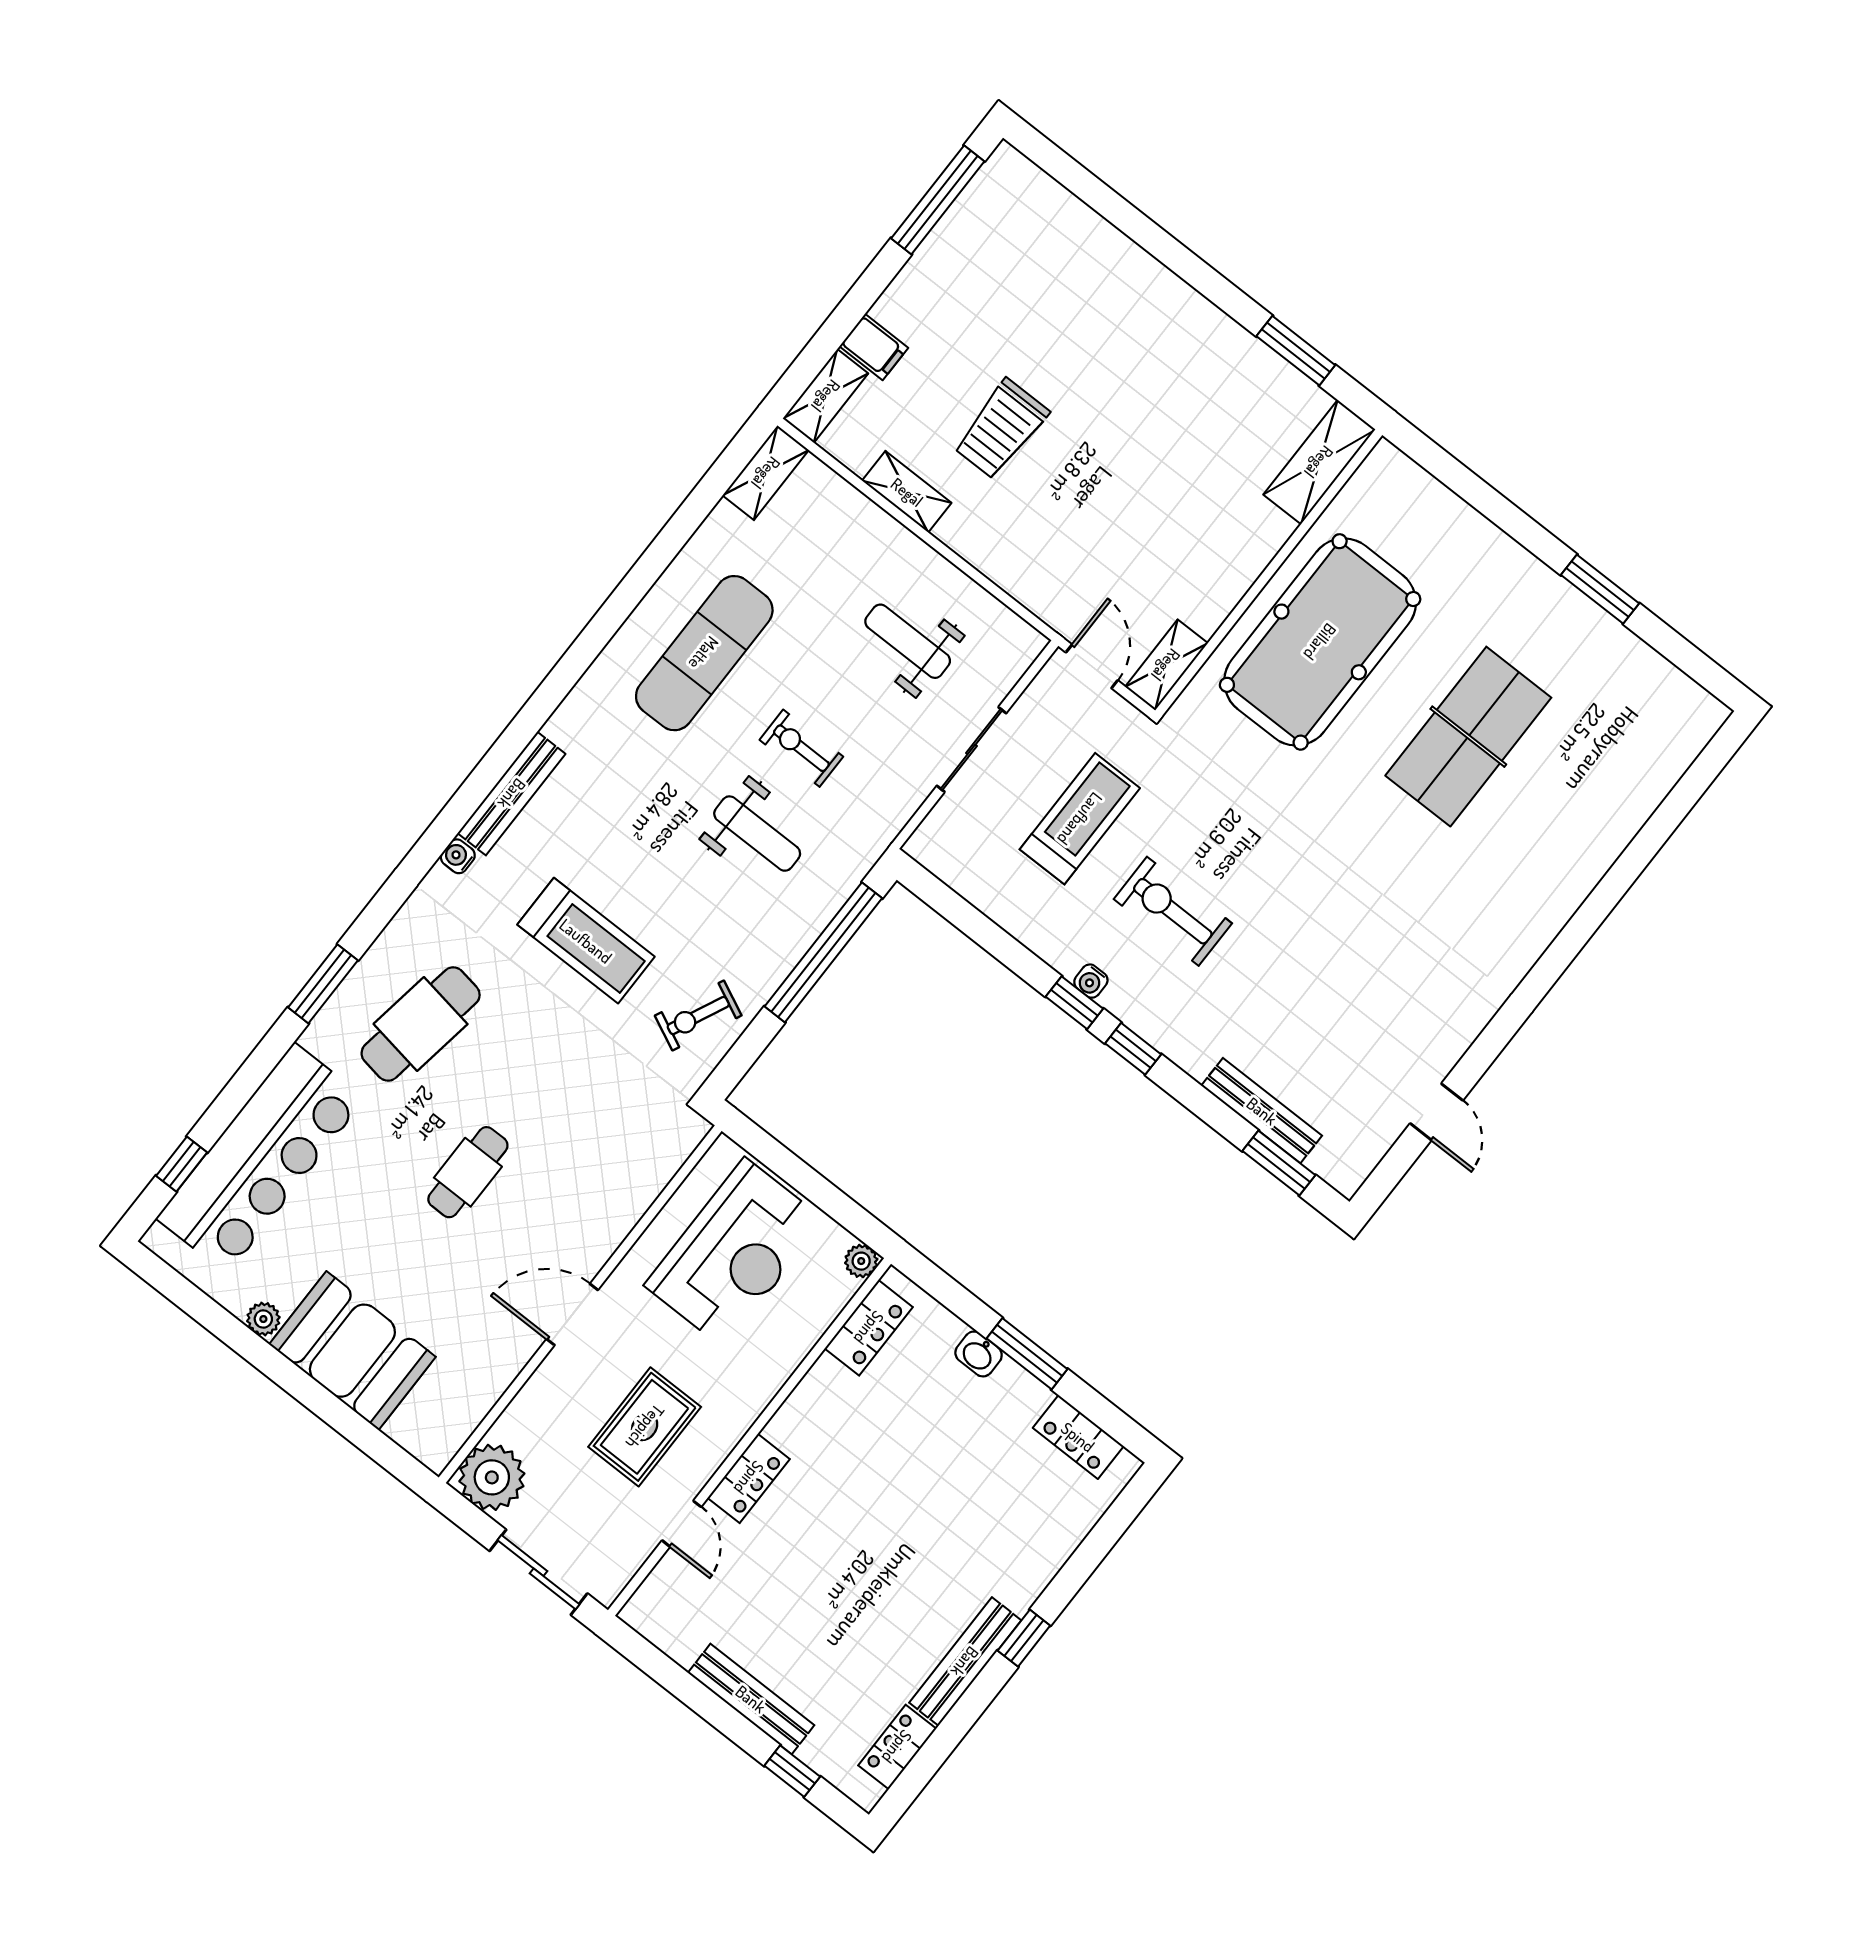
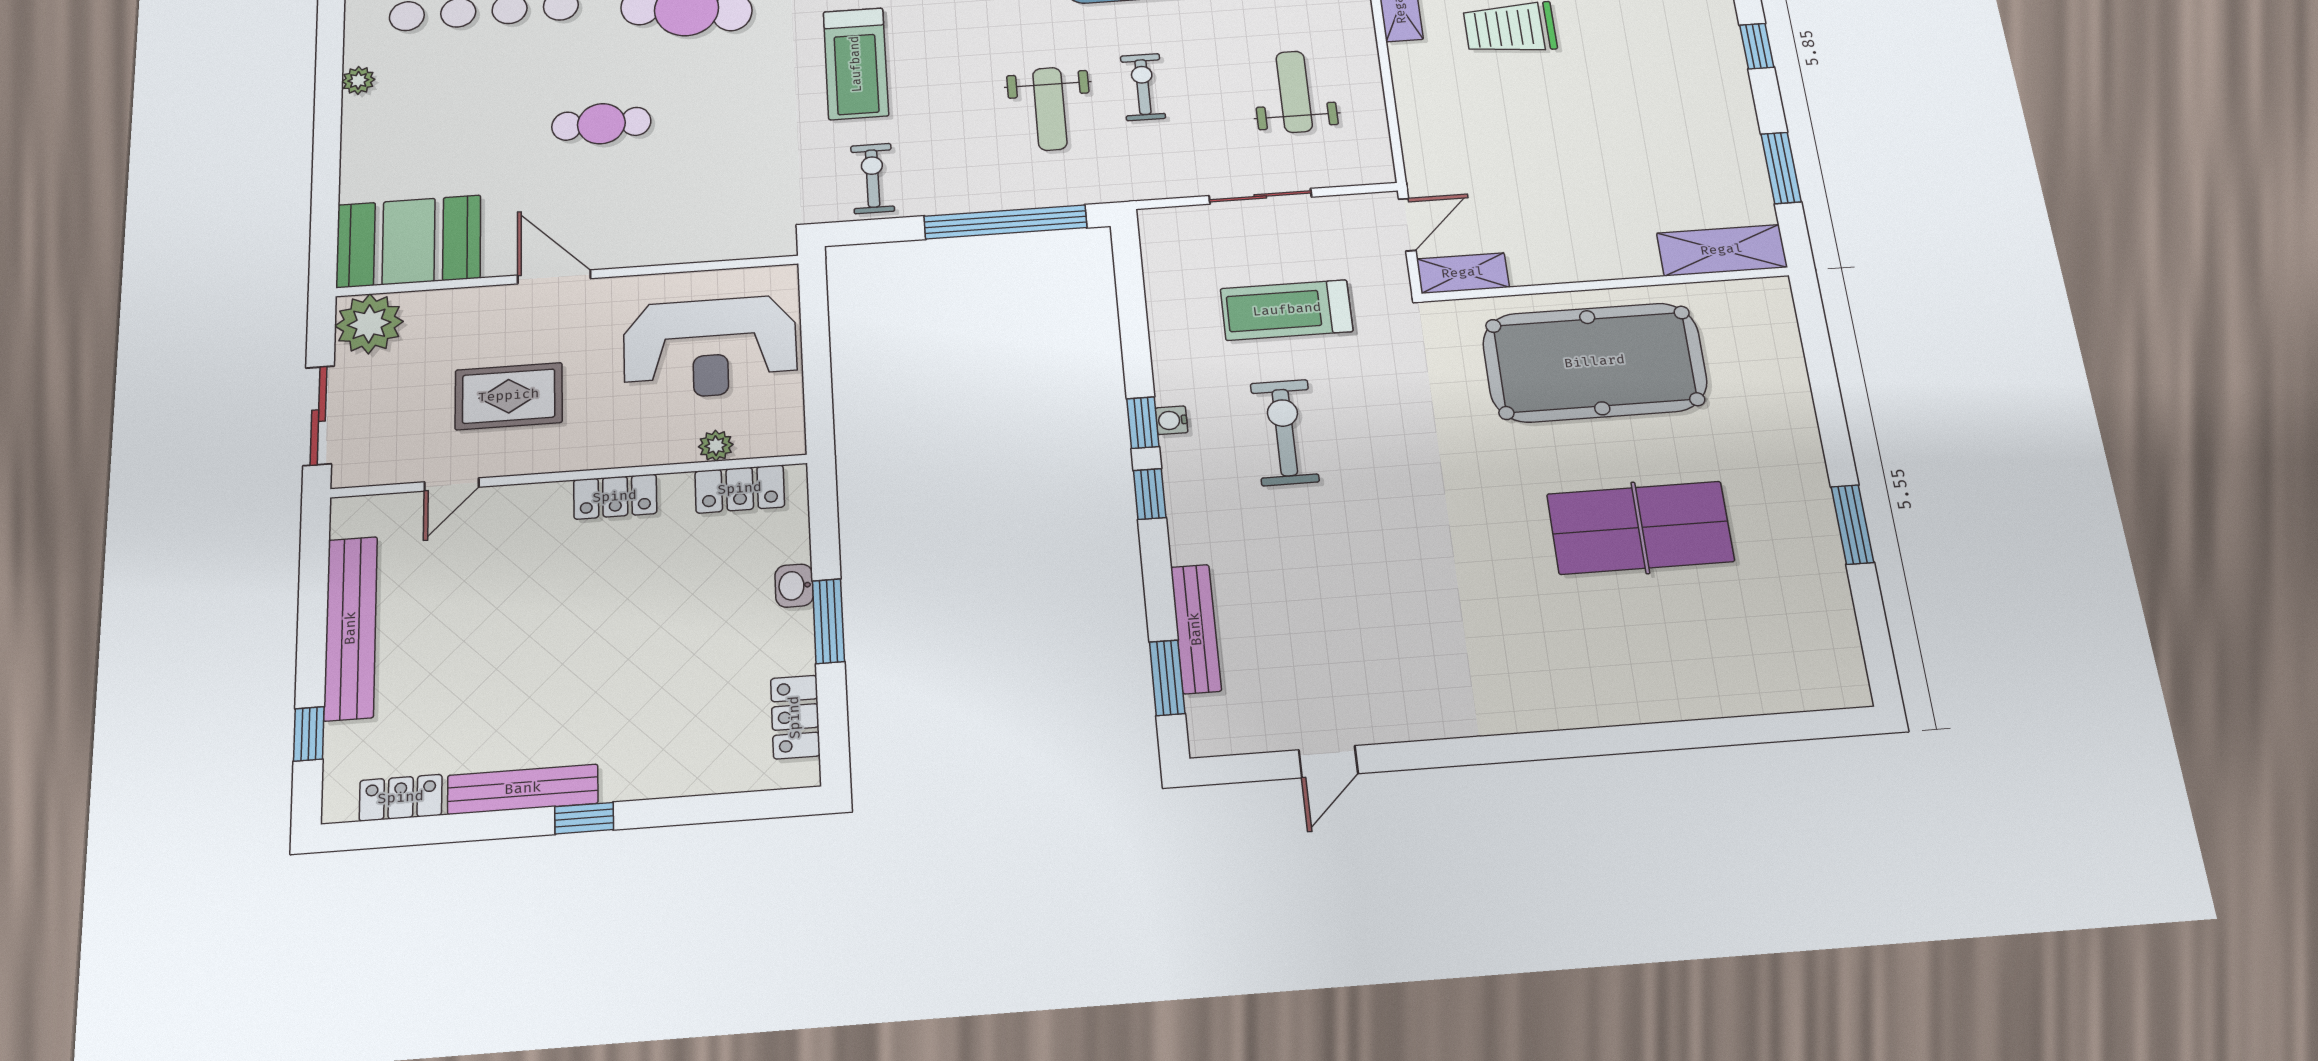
window: (1184, 263) -> (1757, 46), added
treadmill: (1080, 819) -> (1287, 310), turned 180
exercise bike: (698, 1016) -> (873, 178), turned 65
plant: (861, 1261) -> (716, 446), moved
booth: (352, 1351) -> (409, 241), moved, turned 90
locker: (749, 1478) -> (615, 497), moved
bench: (751, 1699) -> (351, 628), width x1.37, depth x1.21

